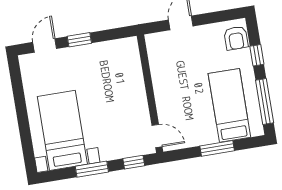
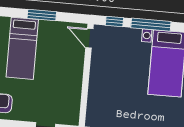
window: (92, 169) -> (151, 25), width x1.44

